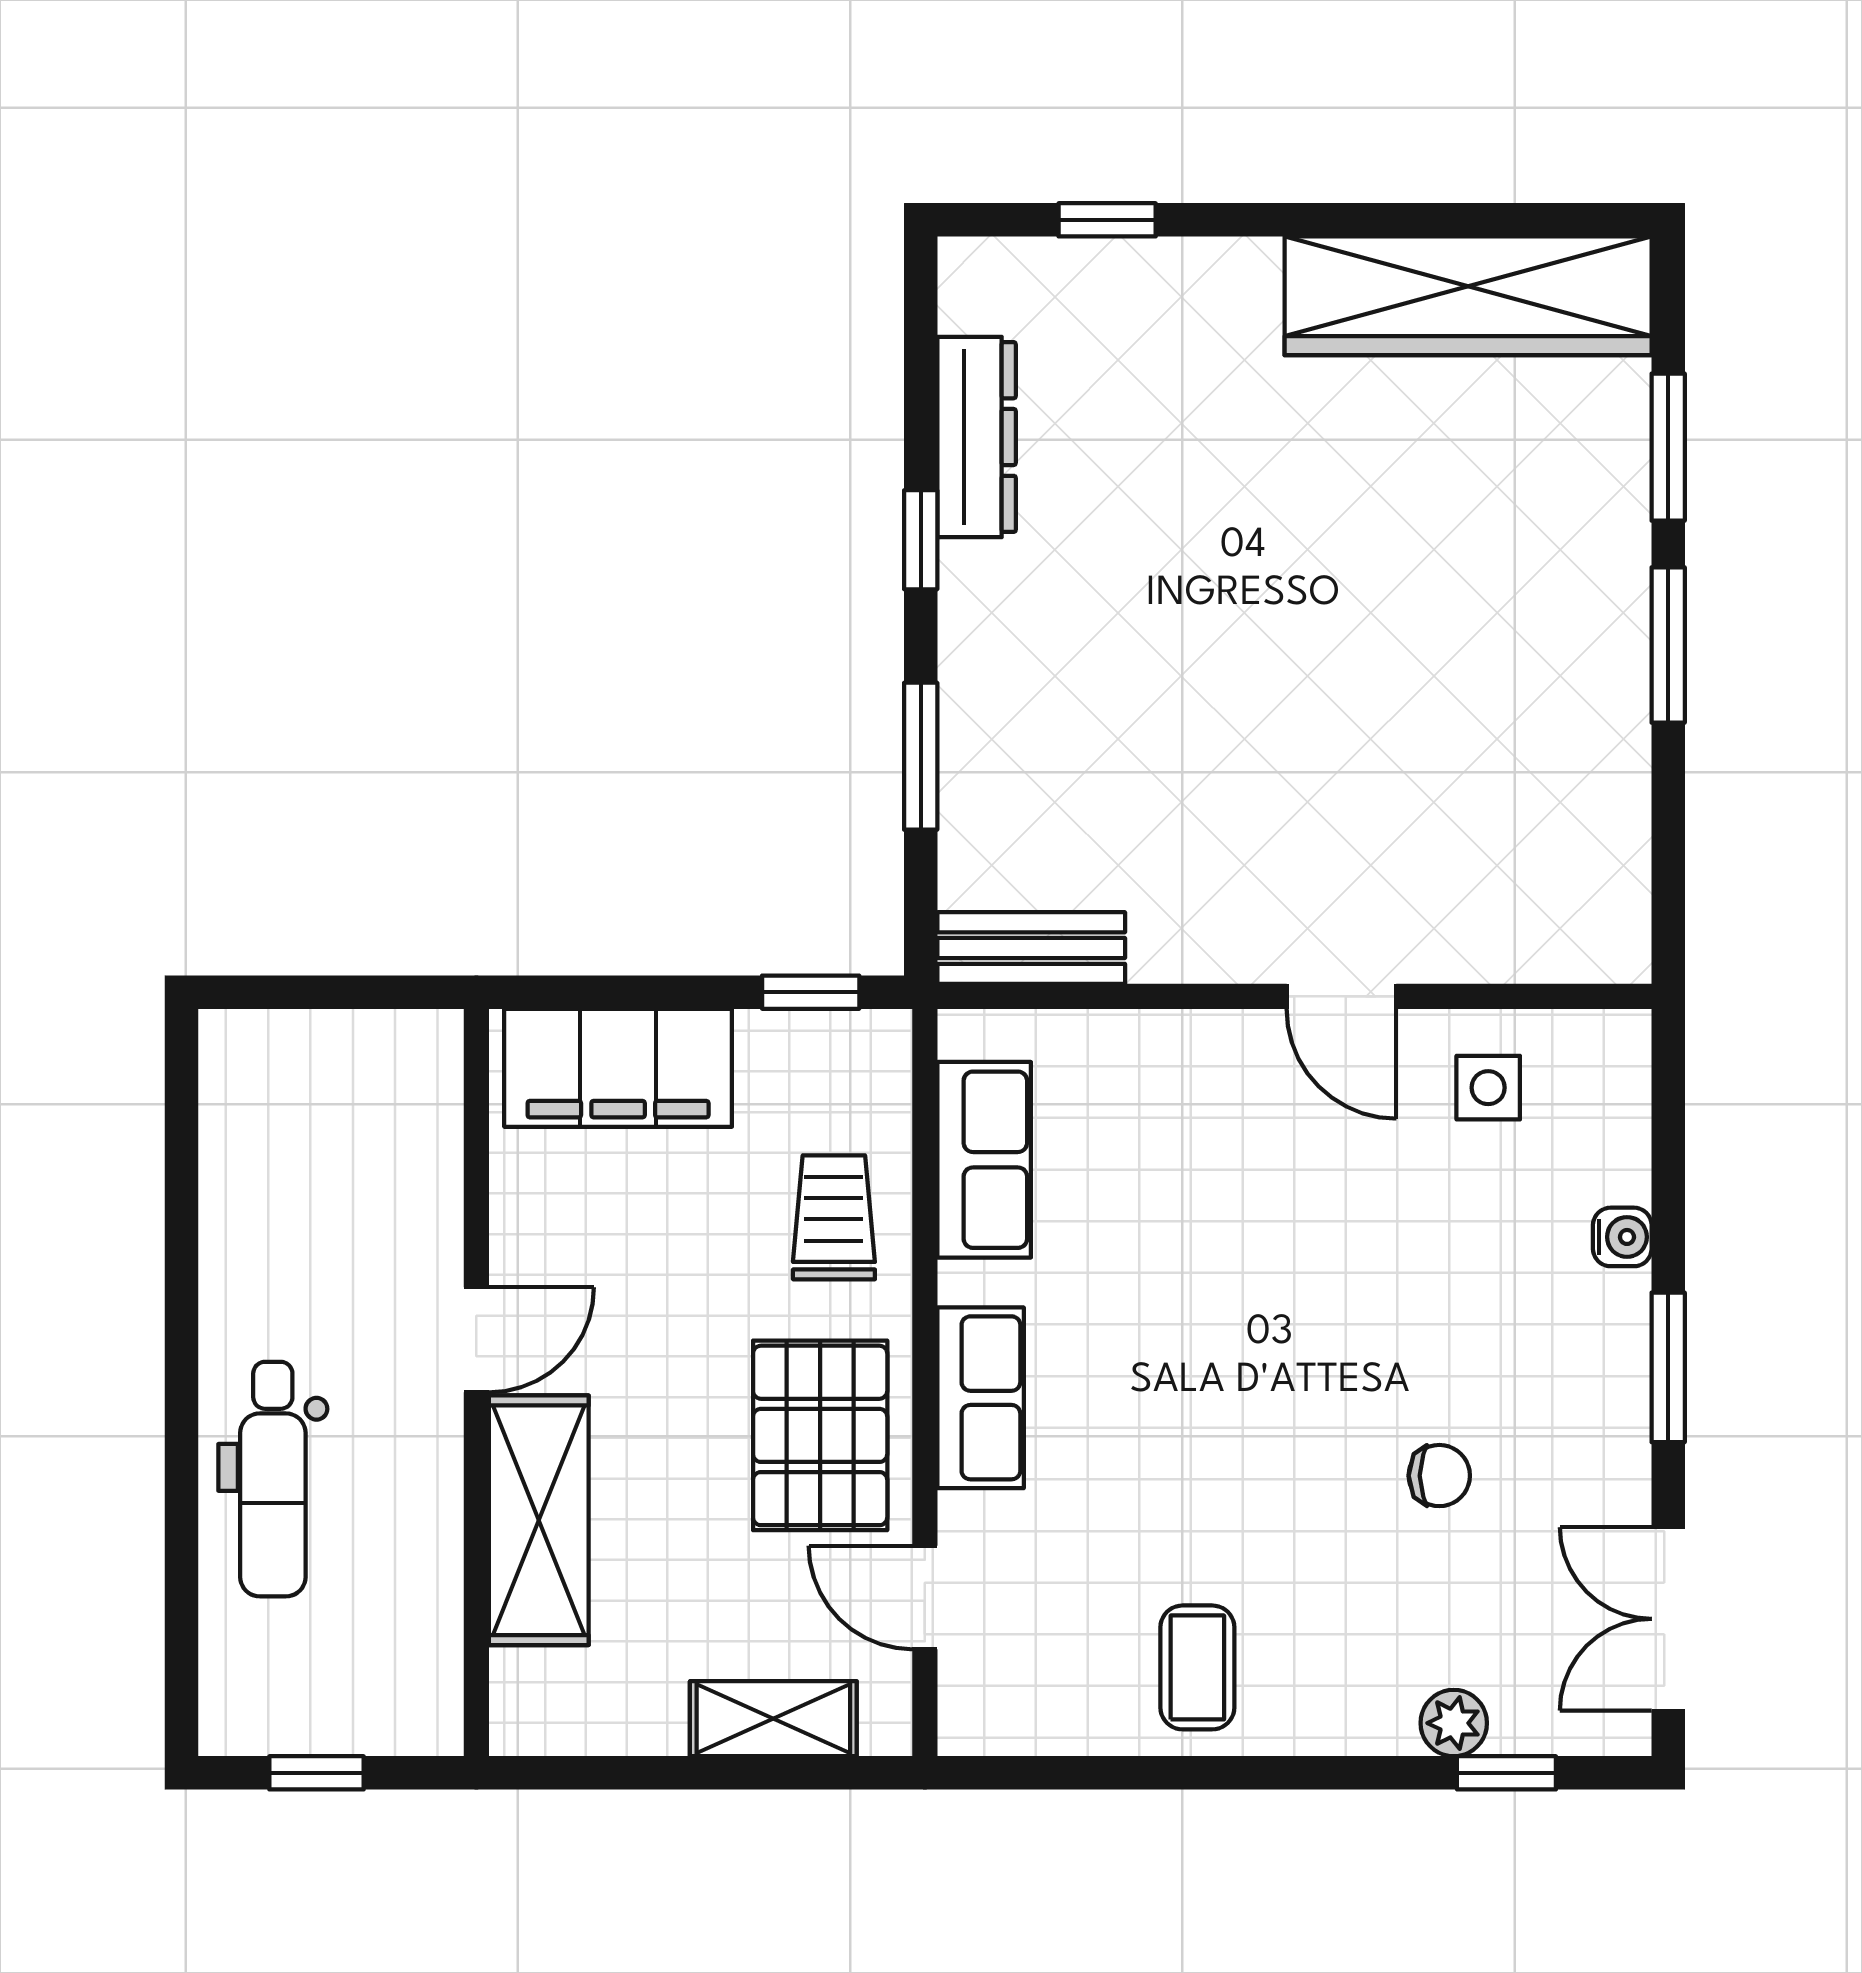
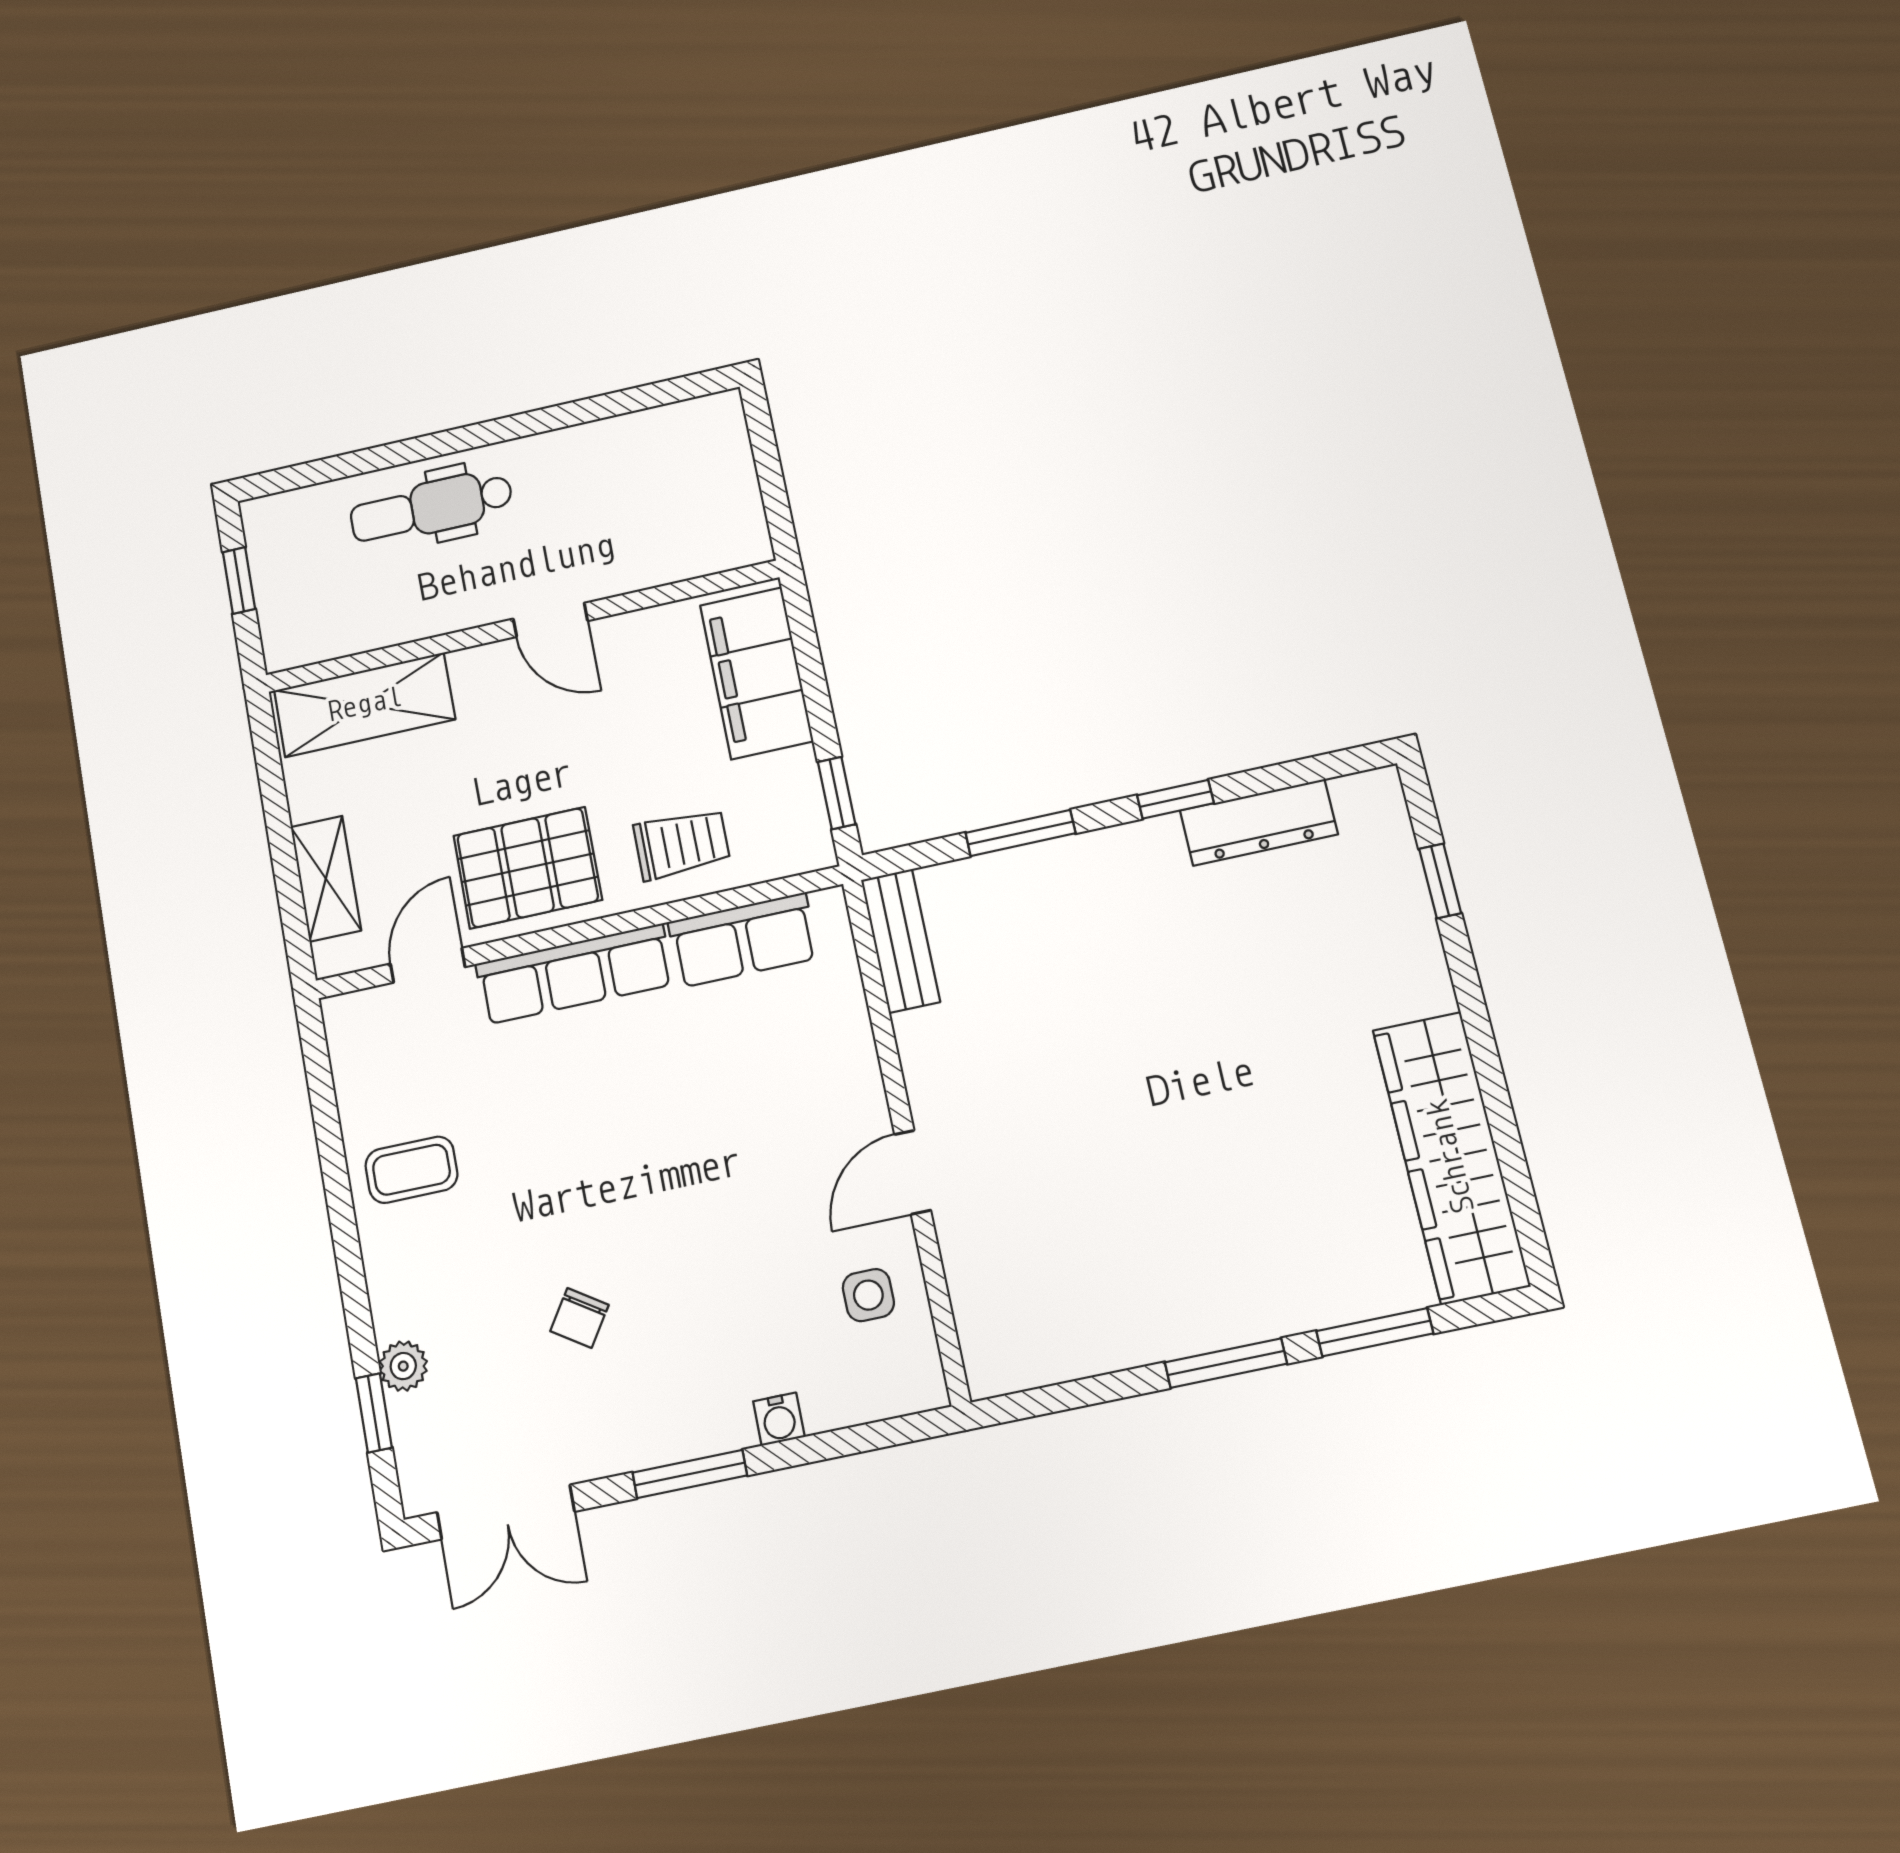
row of seats: (981, 1398) -> (574, 974), width x1.48
chair: (1439, 1476) -> (579, 1318), turned 33
shelving: (539, 1520) -> (364, 705), moved
double door: (1668, 1619) -> (506, 1512), swing flipped

